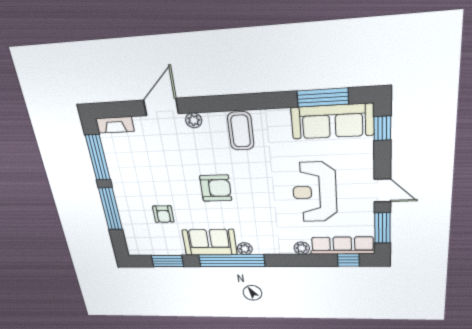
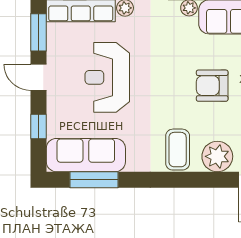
plant: (194, 120) -> (217, 156), width x1.88, depth x1.88
window: (382, 128) -> (38, 127), moved
reception desk: (315, 192) -> (107, 77), turned 180

